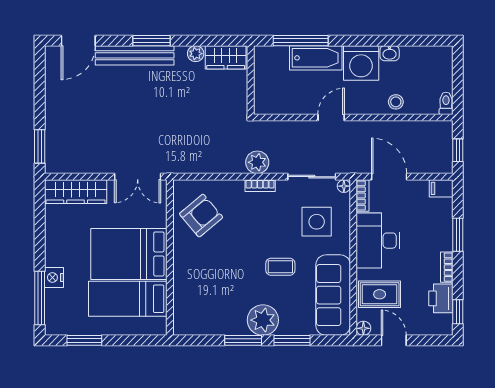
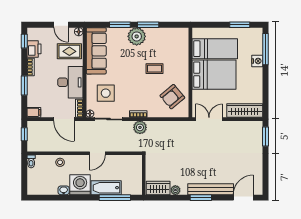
coffee table: (280, 267) -> (154, 69), moved

